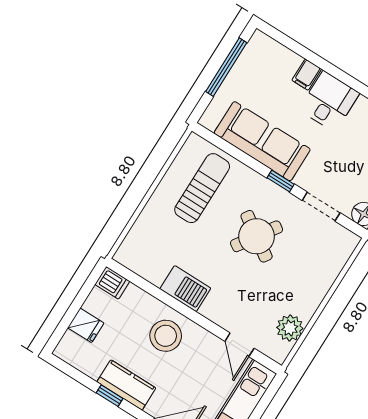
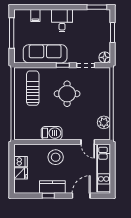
filing cabinet: (307, 75) -> (35, 15), moved
round table: (257, 236) -> (67, 94), turned -34
dishwasher: (112, 283) -> (21, 162), moved

